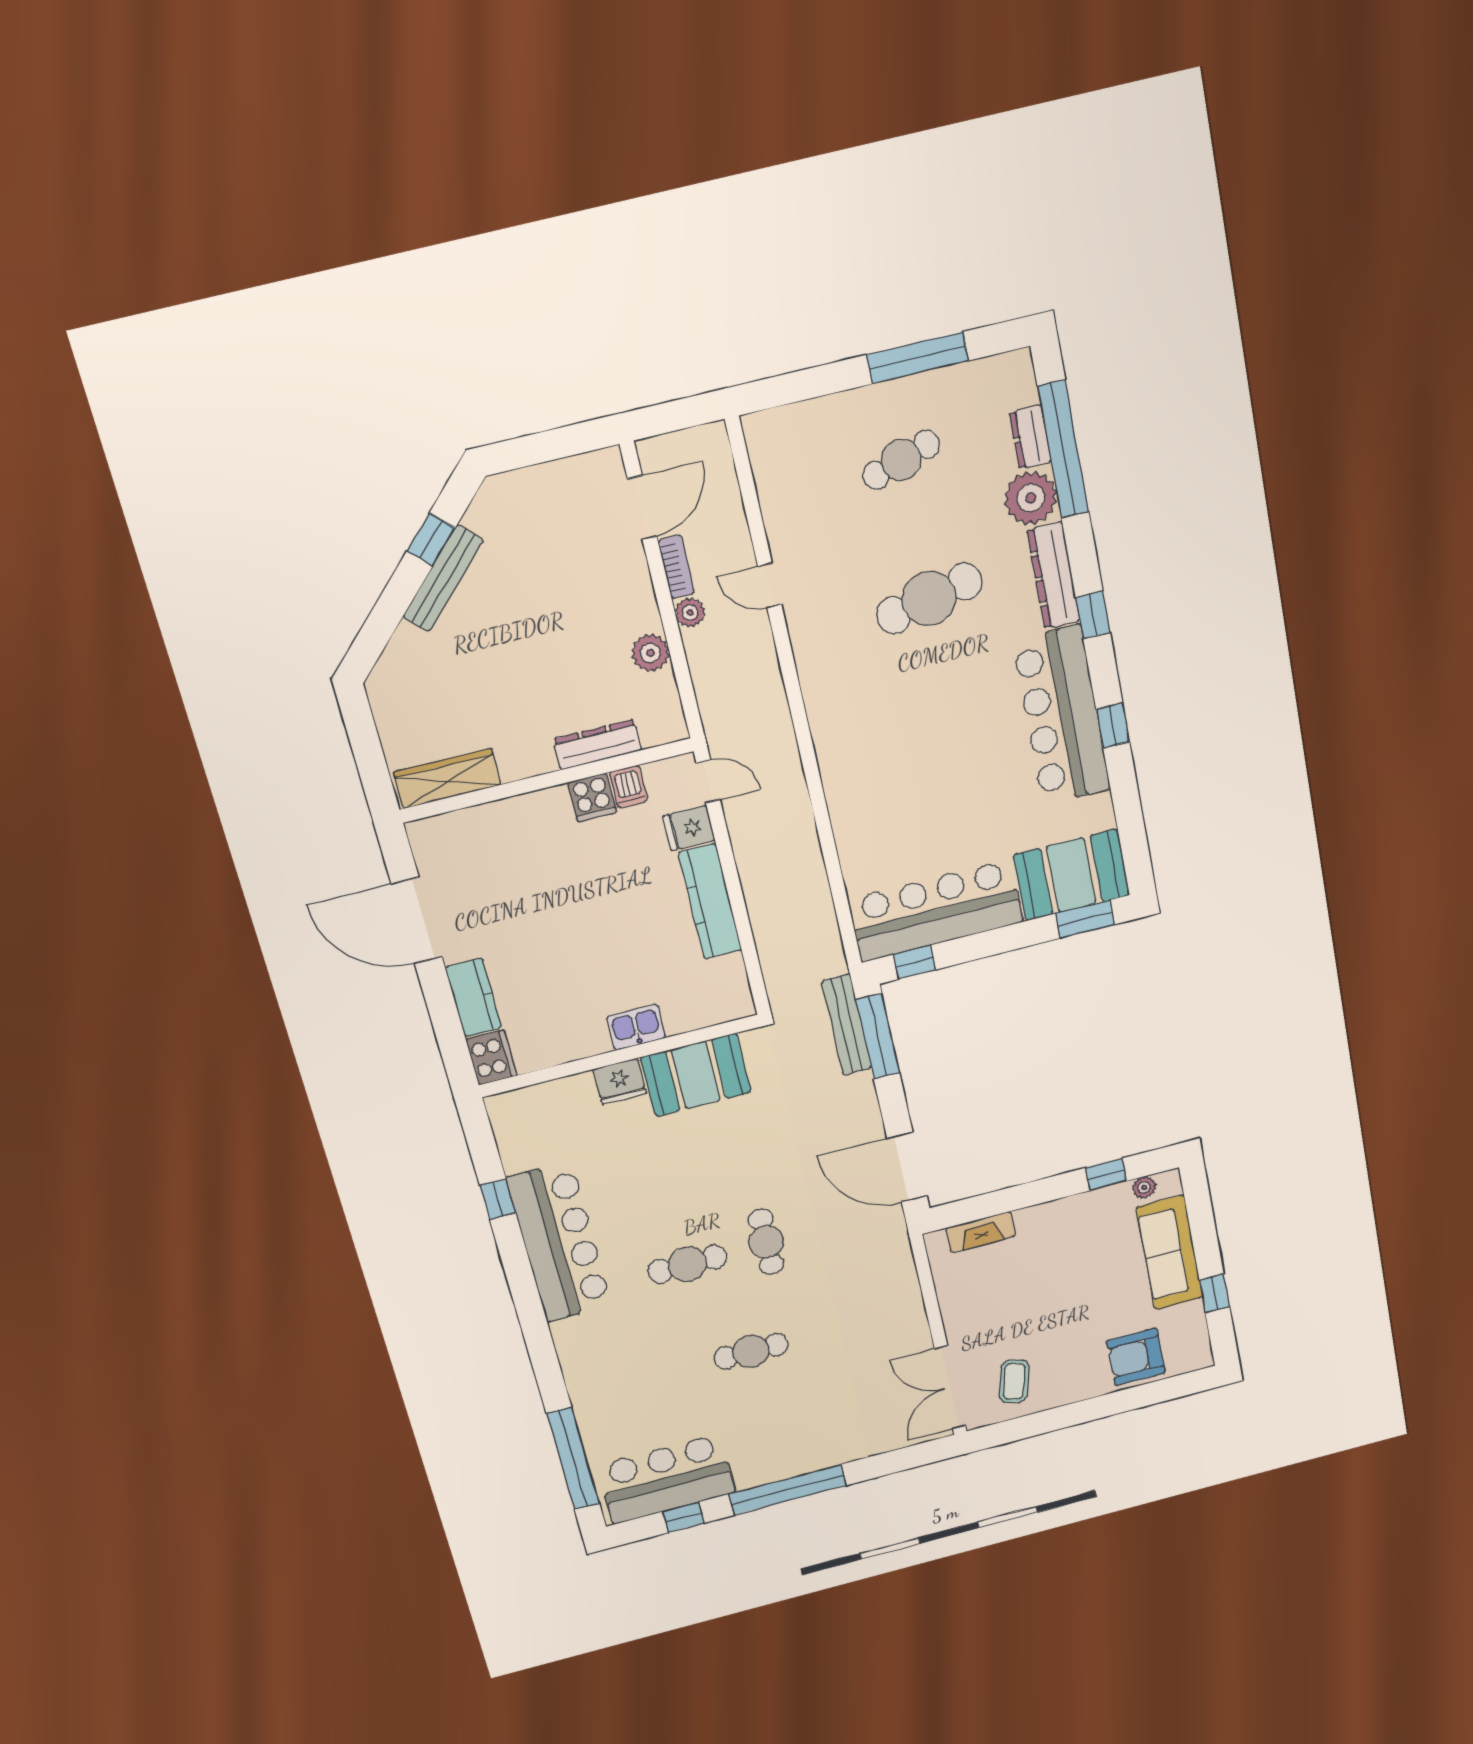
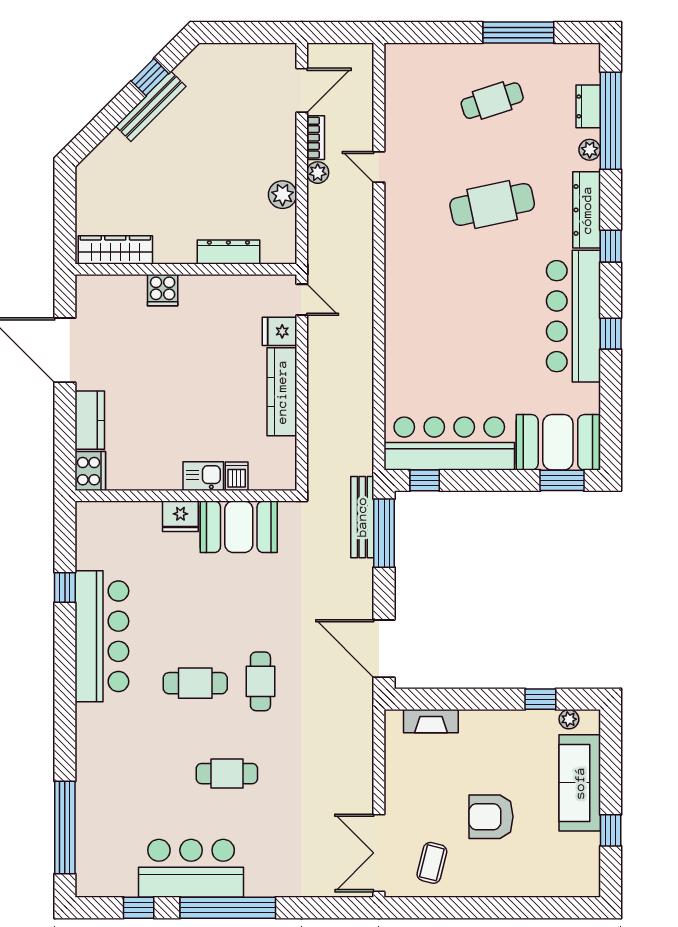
plant: (1031, 498) -> (590, 150), width x0.53, depth x0.53
dishwasher: (628, 787) -> (237, 476), moved, turned 180
cooker: (592, 797) -> (163, 290), moved
armchair: (1136, 1357) -> (491, 817), moved
bar counter: (667, 1479) -> (191, 868), moved

